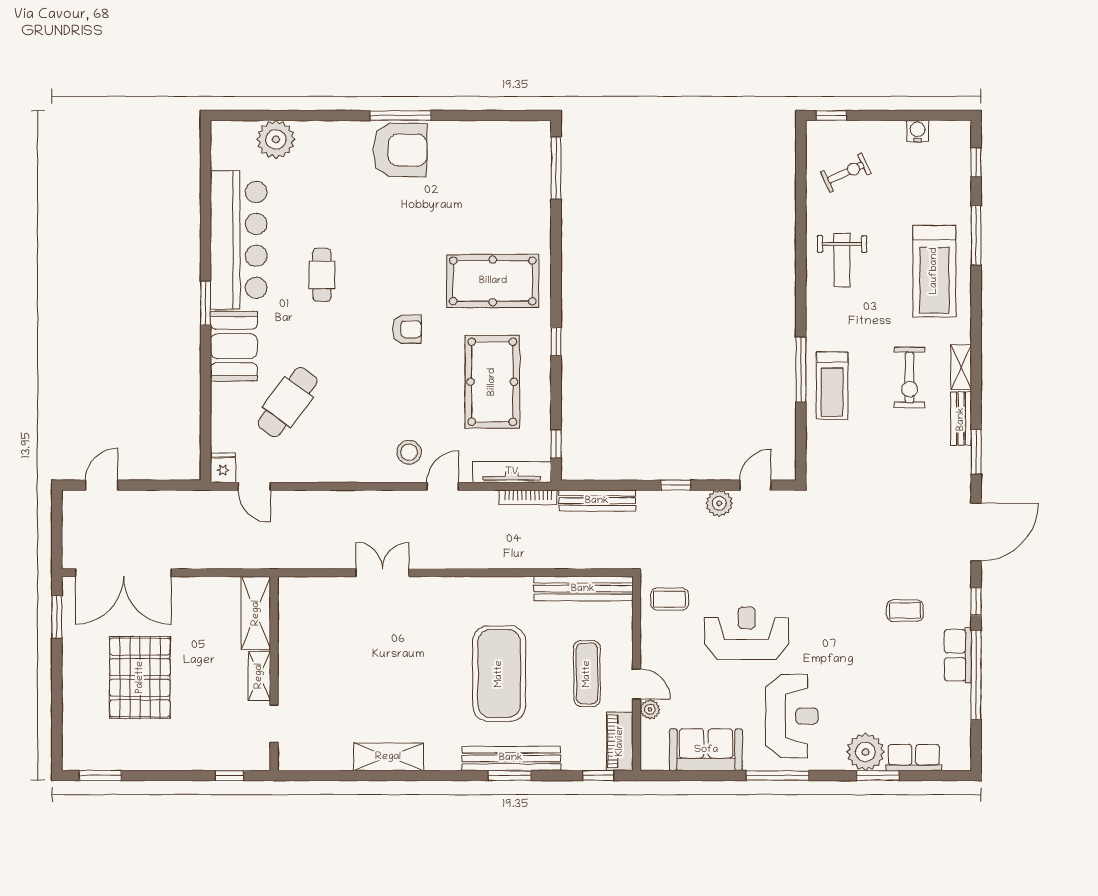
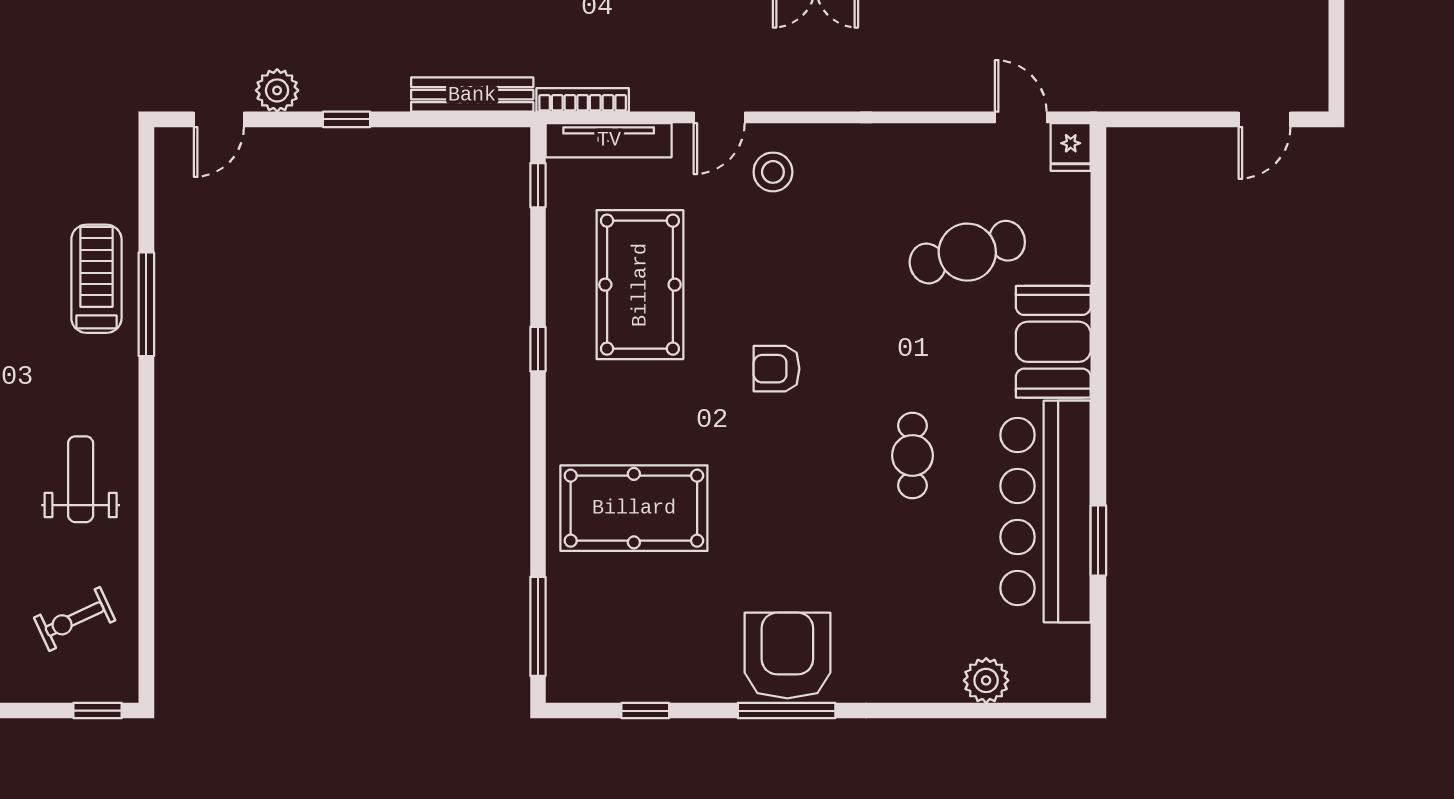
window: (489, 115) -> (645, 711), added
plant: (276, 139) -> (986, 680), width x0.73, depth x0.73
armchair: (400, 150) -> (787, 656), turned 89
pool table: (493, 281) -> (634, 508), moved
window: (206, 303) -> (1098, 541), moved
cafe table: (288, 402) -> (967, 252), turned 38

